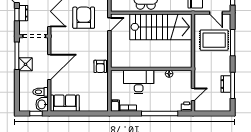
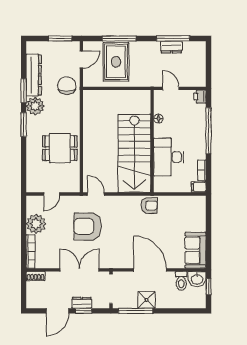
stairs: (161, 27) -> (134, 153), moved, turned 180
door: (193, 94) -> (171, 88), moved

